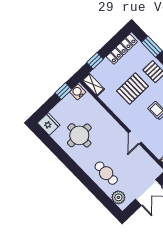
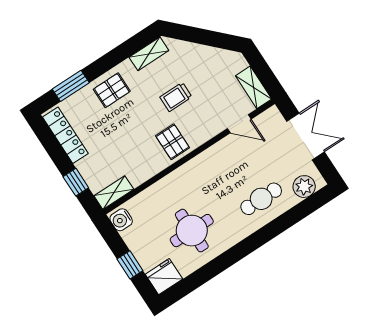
pallet: (132, 89) -> (173, 142), moved, width x0.67, depth x0.71
window: (63, 91) -> (130, 265), moved
door: (135, 138) -> (239, 124), moved

